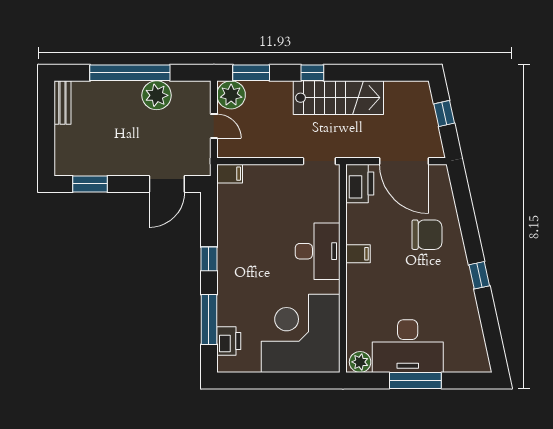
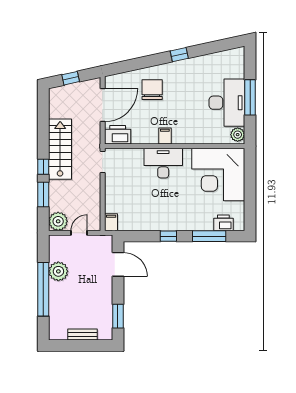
window: (251, 73) -> (43, 194), moved
bench: (62, 103) -> (83, 335), moved

